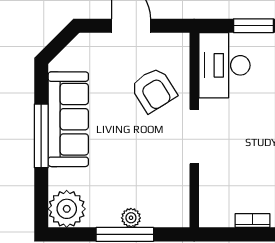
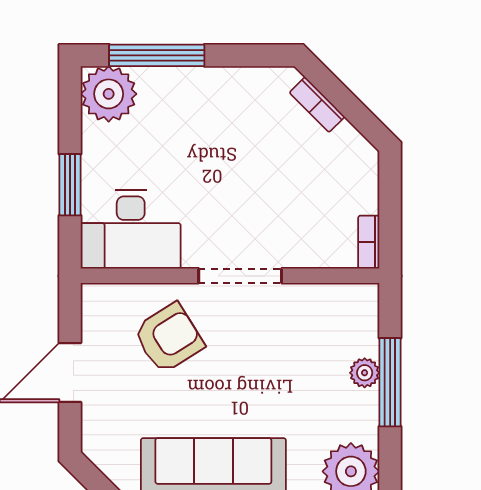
bookcase: (253, 220) -> (369, 242), moved

